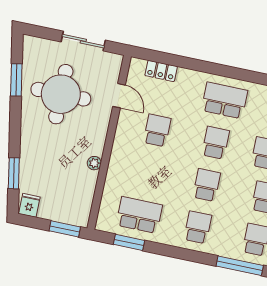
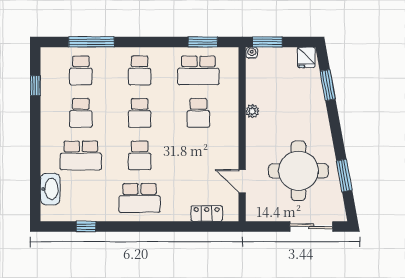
sliding door: (83, 41) -> (311, 226), moved
school desk: (157, 130) -> (198, 113), moved
water cooler: (83, 221) -> (252, 53), added

